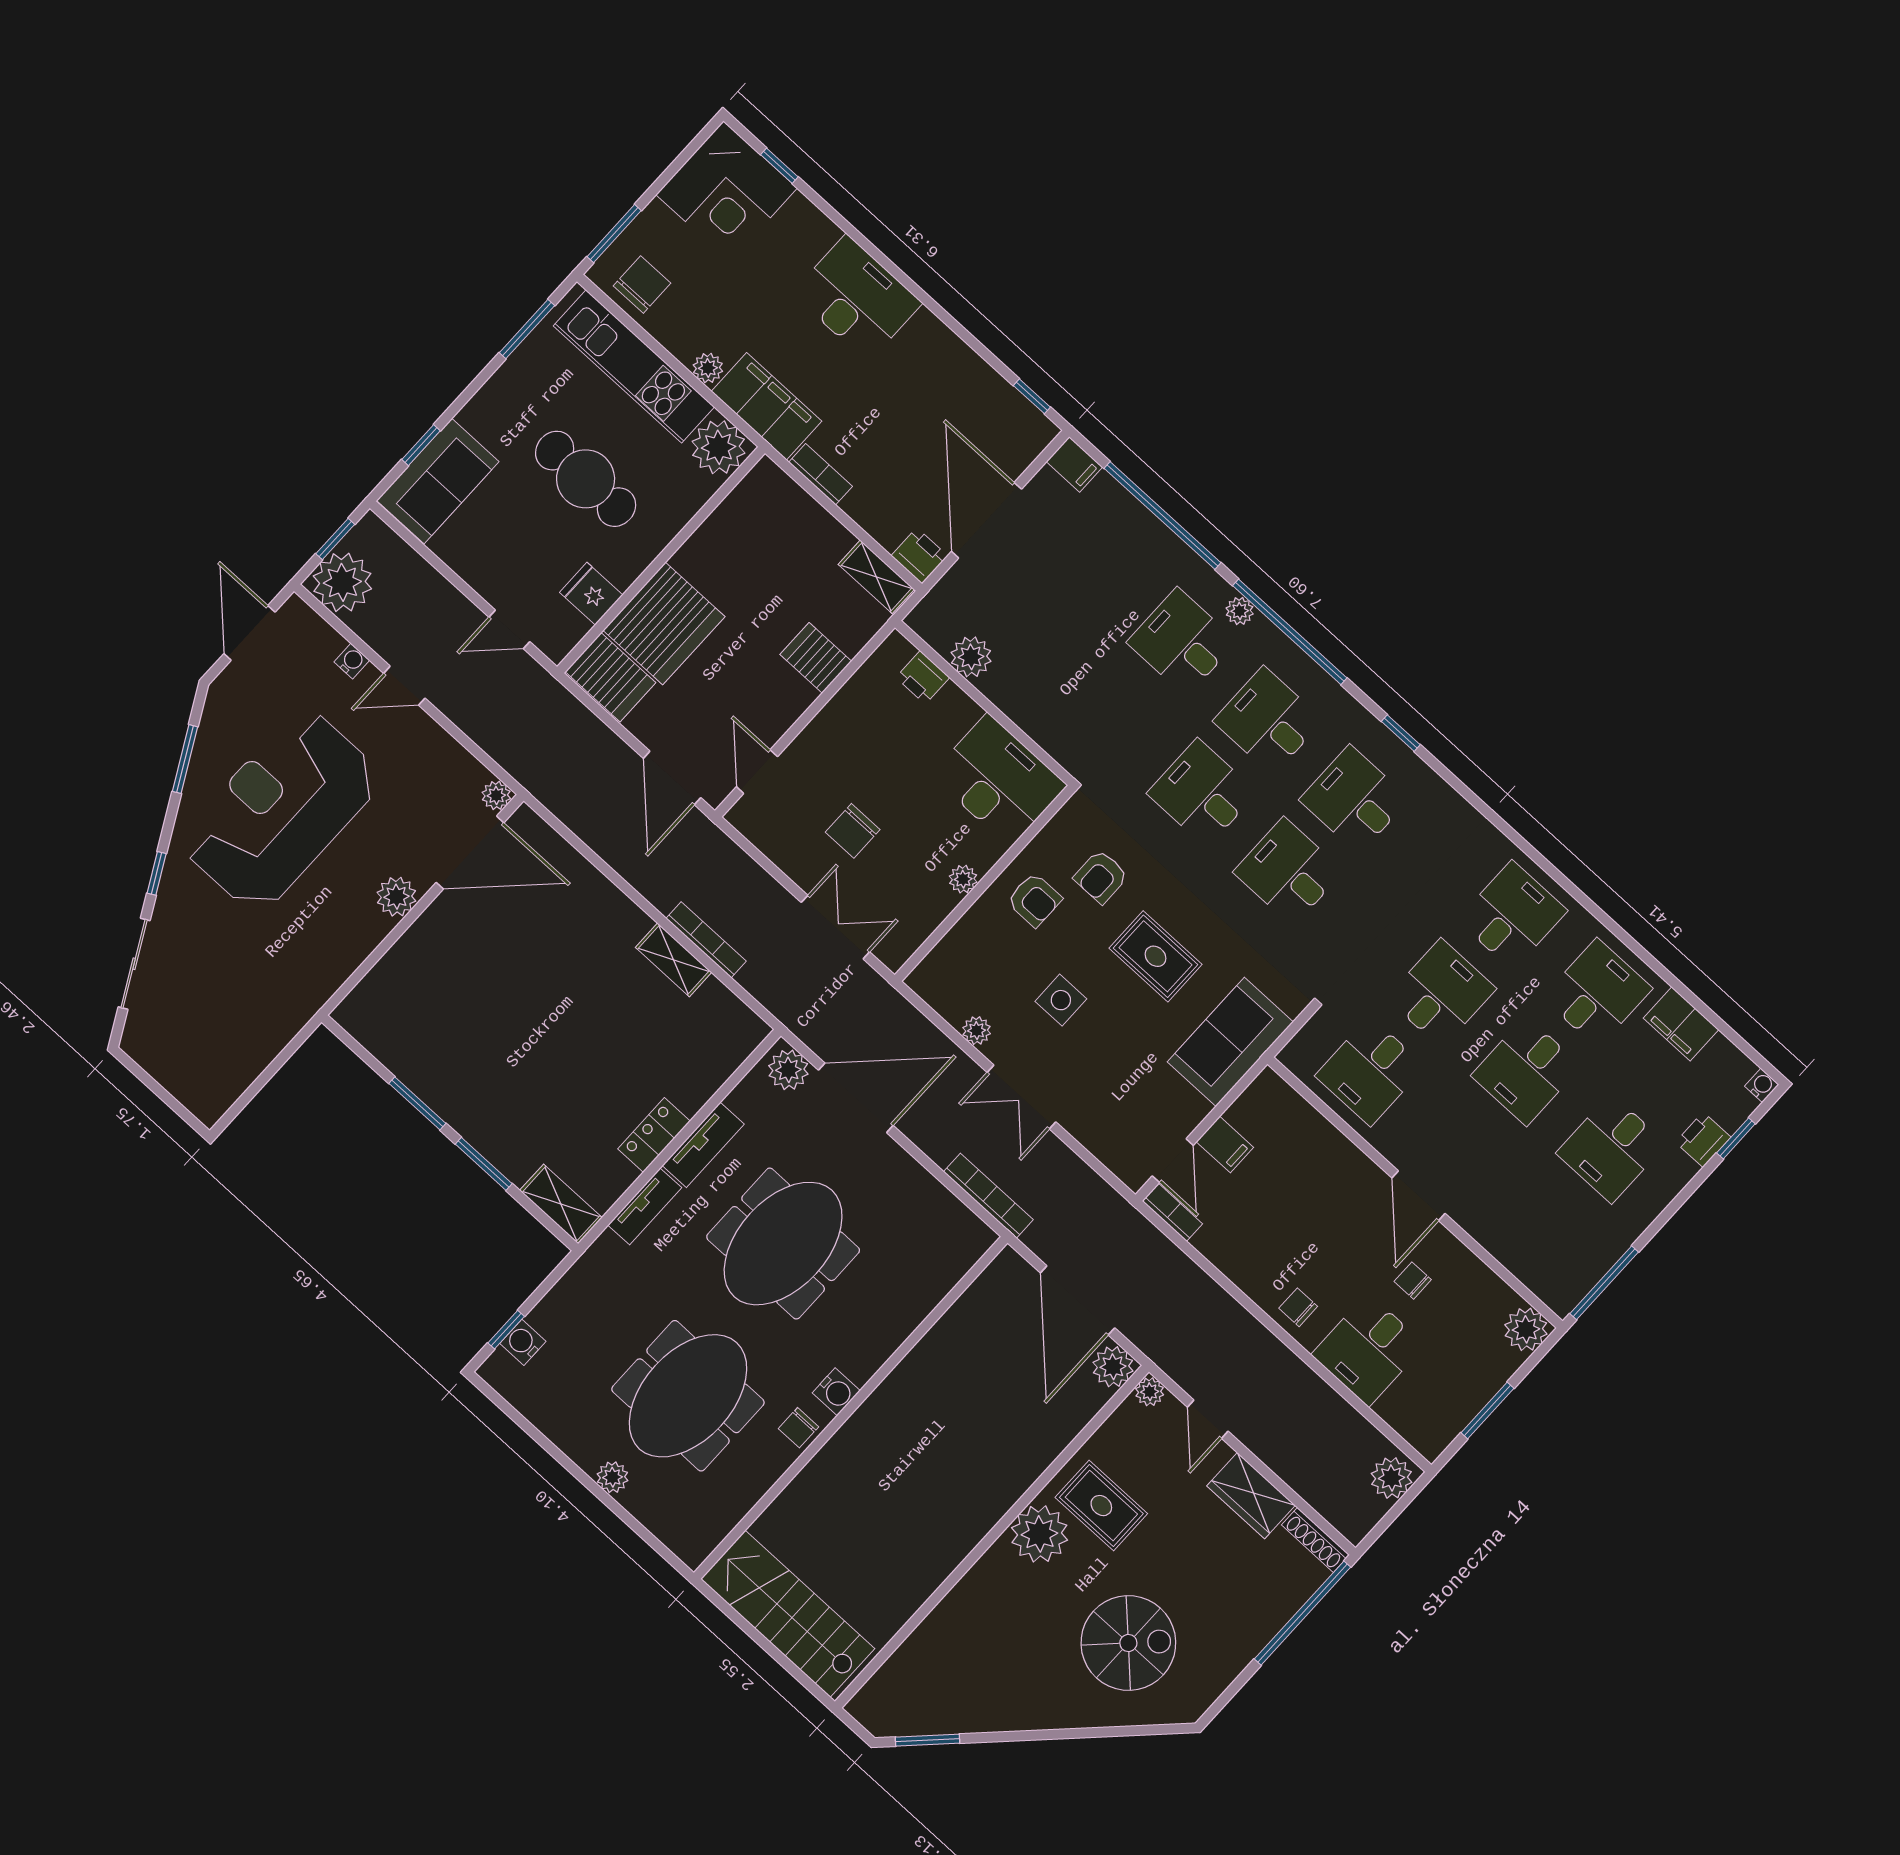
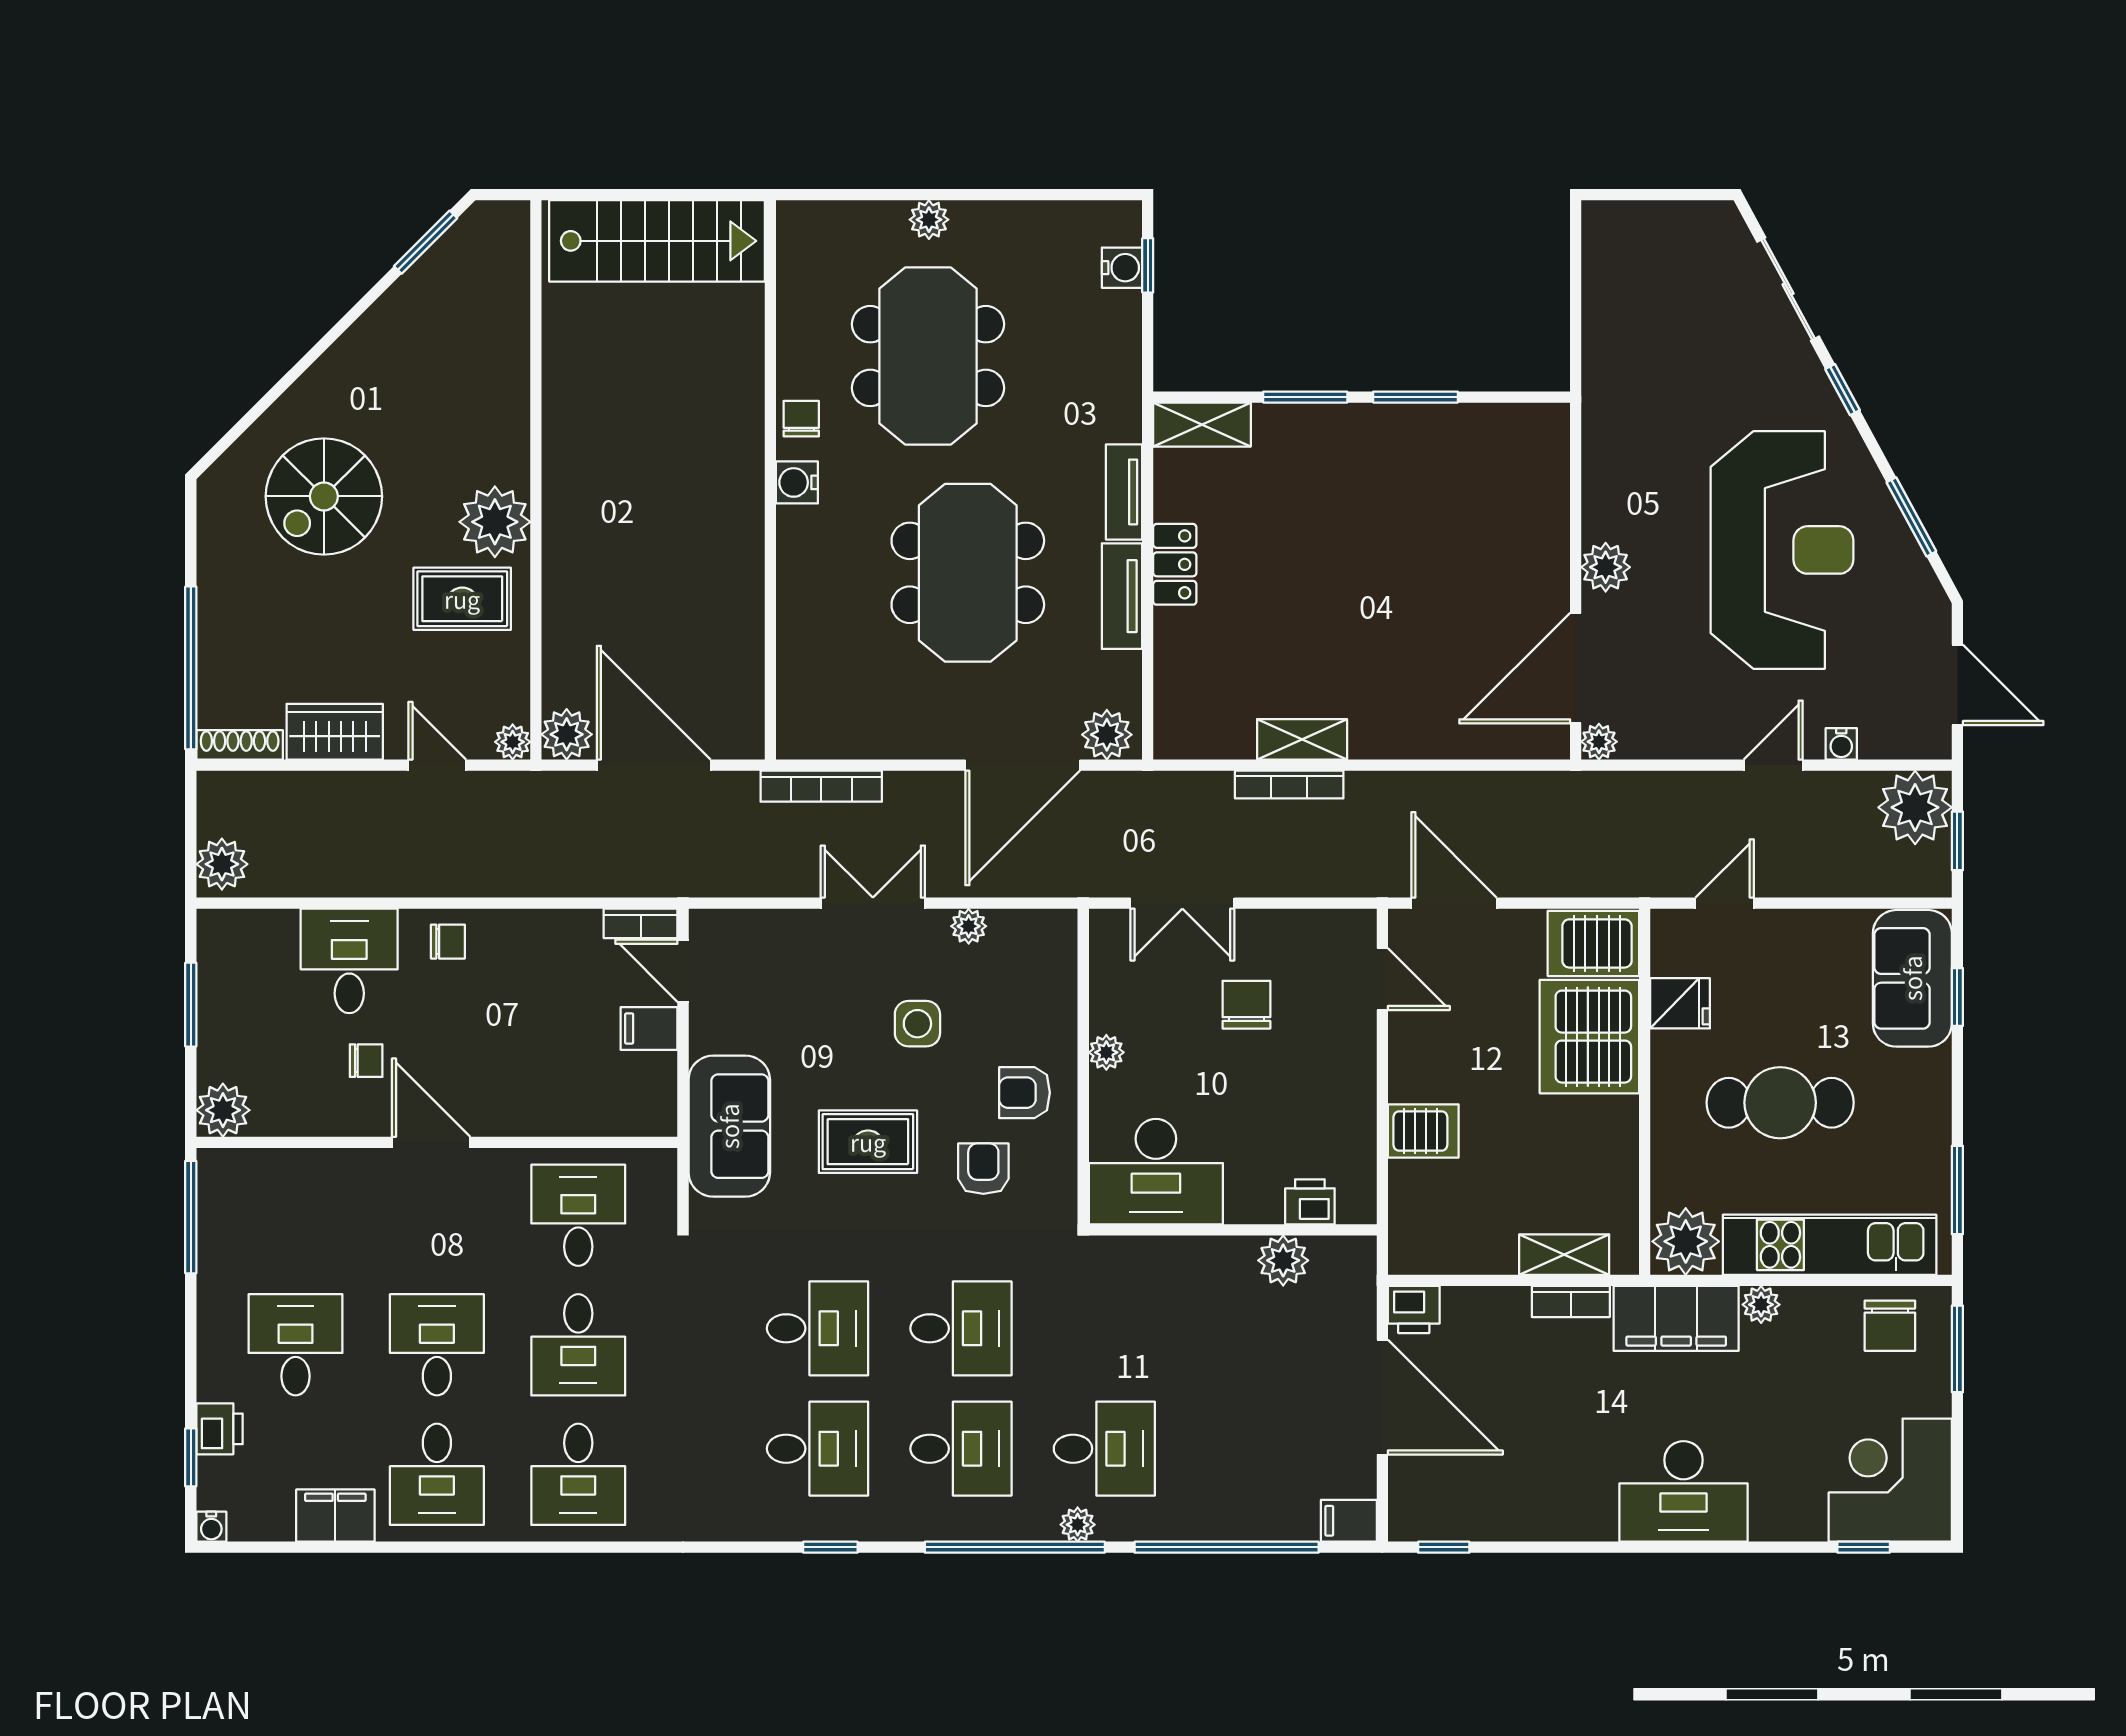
shelving: (876, 577) -> (1564, 1255), moved

